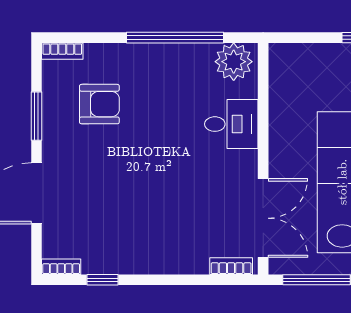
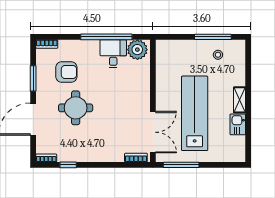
desk: (231, 124) -> (113, 54), moved, turned -90
round table: (117, 172) -> (76, 108), added

